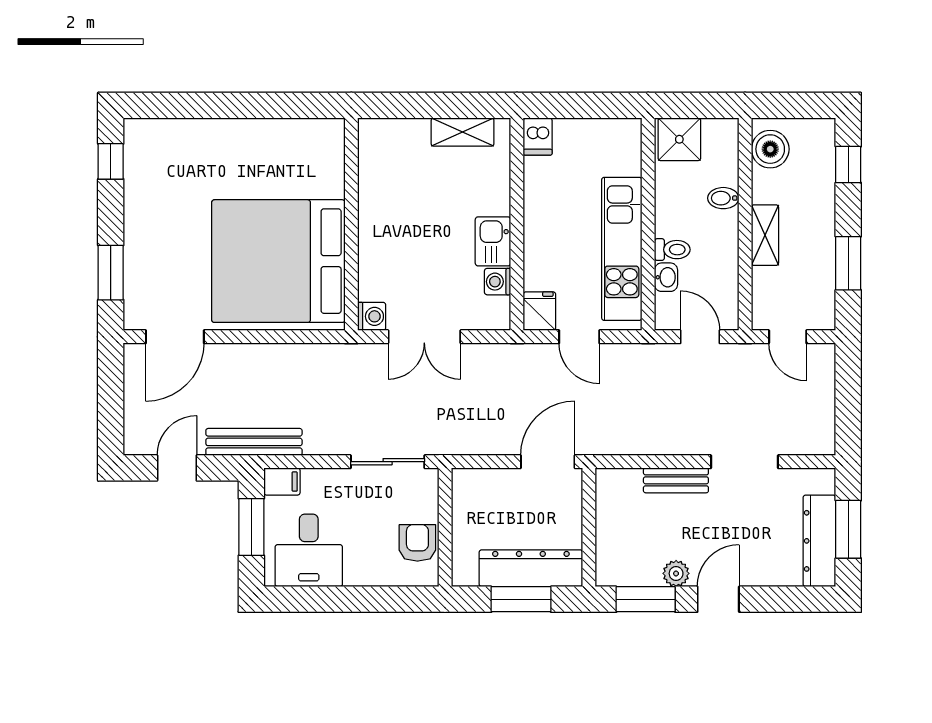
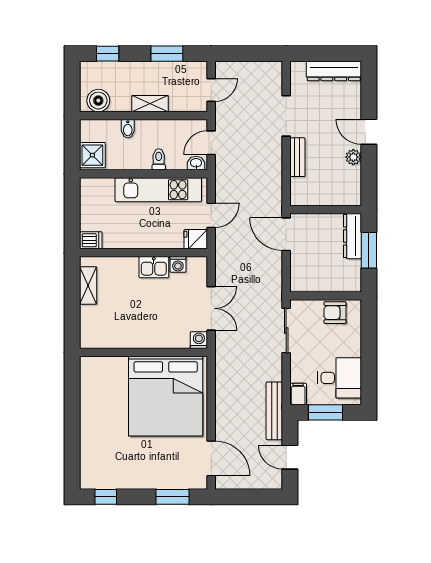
washbasin: (666, 277) -> (196, 163), moved
window: (848, 529) -> (327, 54), removed
dresser: (531, 568) -> (352, 236), width x0.73, depth x0.80
window: (646, 599) -> (369, 175), removed

